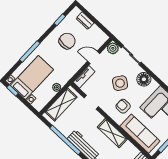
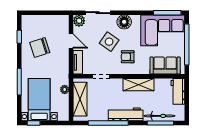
dresser: (85, 21) -> (39, 20), removed
chair: (67, 41) -> (40, 47), turned -108
door: (94, 57) -> (71, 41), swing flipped
sofa: (140, 134) -> (165, 65), width x0.73

